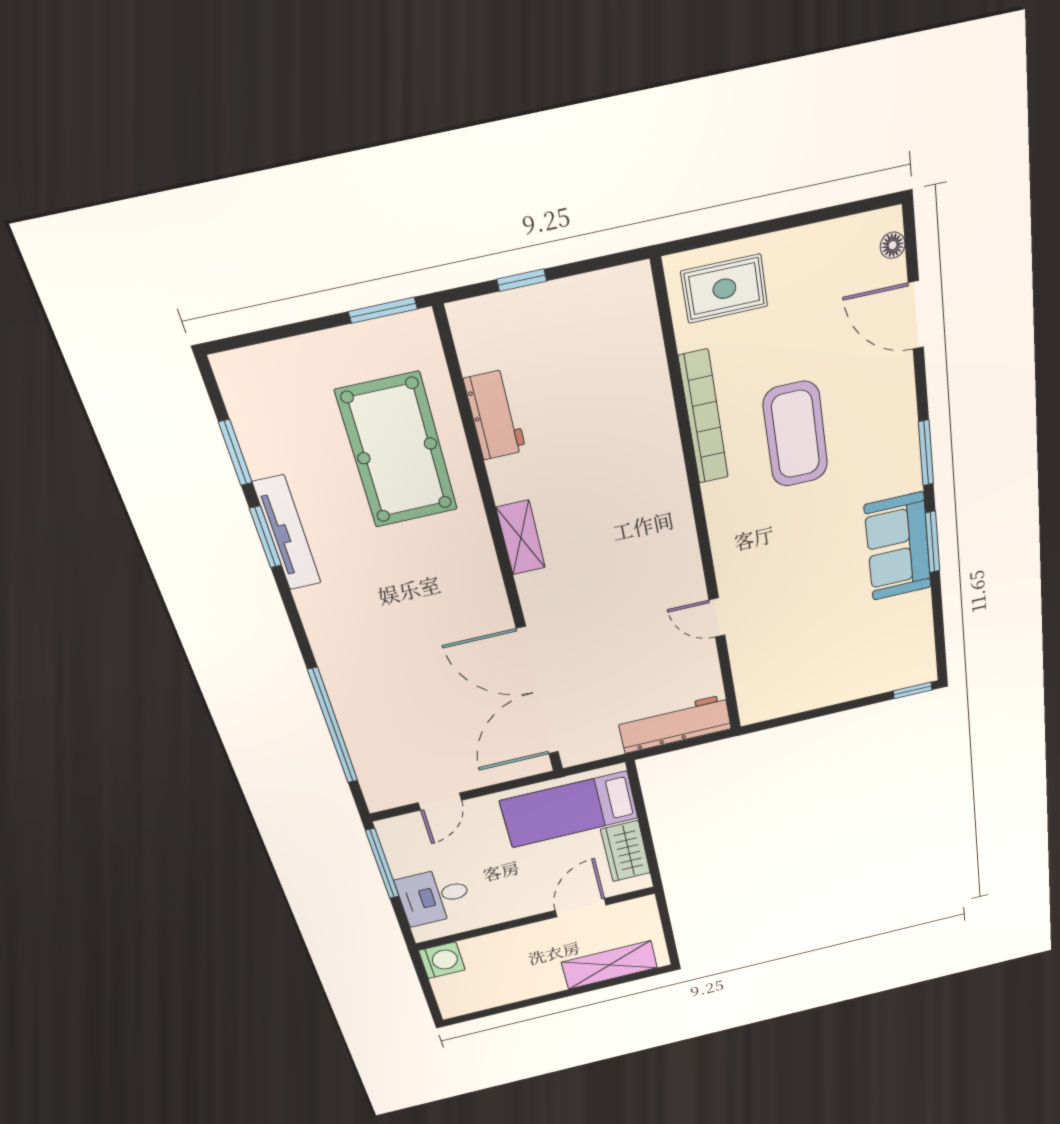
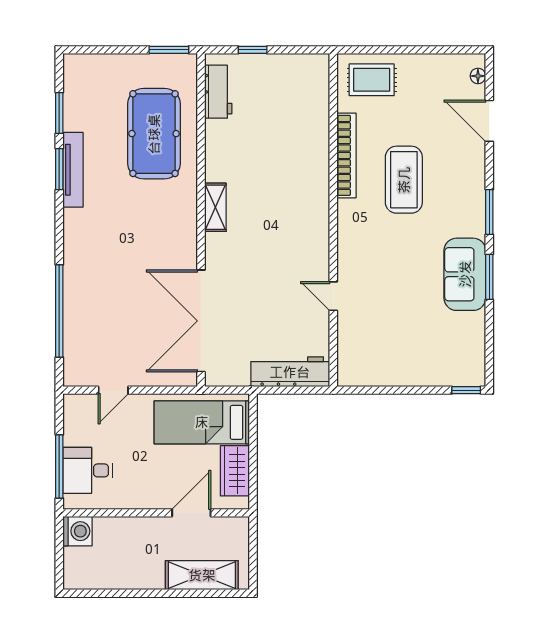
workbench: (495, 415) -> (218, 92), moved
window: (382, 864) -> (59, 466), moved

